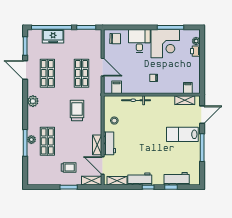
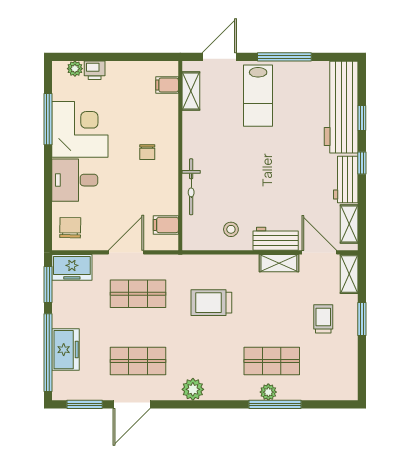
freezer: (95, 39) -> (72, 267), added
door: (202, 115) -> (219, 57), hinge flipped
door: (103, 166) -> (319, 252), swing flipped
workbench: (177, 179) -> (341, 107), width x1.88, depth x1.32

